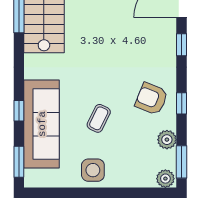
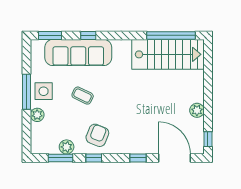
window: (182, 162) -> (61, 158), moved
plant: (165, 179) -> (37, 115), moved
window: (94, 193) -> (27, 92), added

